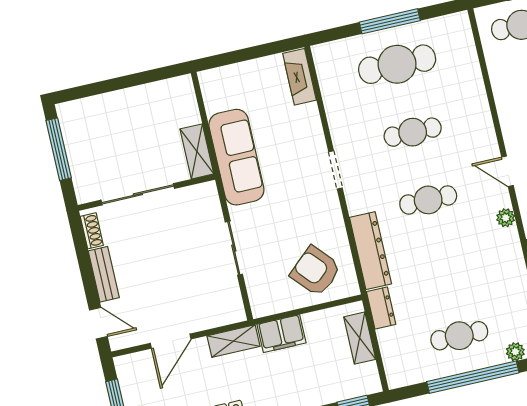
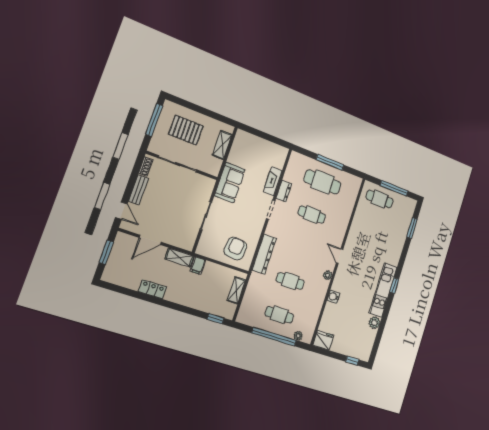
fireplace: (299, 77) -> (273, 181), moved
pallet: (117, 132) -> (186, 130), added
shelving: (197, 151) -> (222, 145), moved
sofa: (236, 157) -> (230, 183), width x0.73
cafe table: (428, 200) -> (290, 281), moved
armchair: (316, 271) -> (235, 248), turned 48
dresser: (381, 308) -> (284, 191), moved
filing cabinet: (282, 334) -> (198, 266), width x0.50

